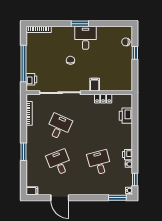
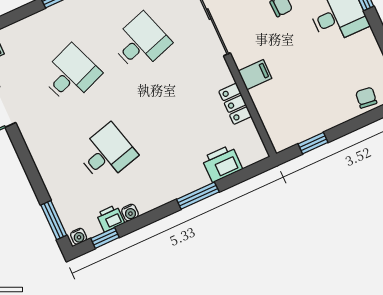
window: (135, 53) -> (313, 143), moved
desk: (59, 127) -> (141, 43), turned -42
window: (135, 132) -> (198, 196), added
printer: (128, 155) -> (110, 218), moved

